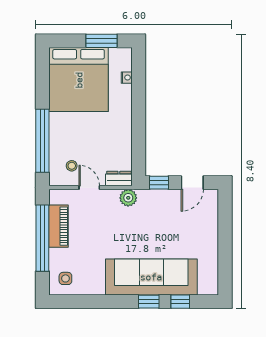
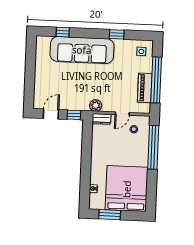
door: (89, 188) -> (122, 114), hinge flipped
window: (149, 302) -> (117, 34), moved

